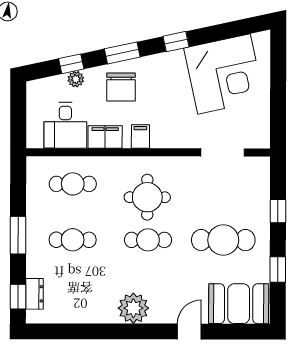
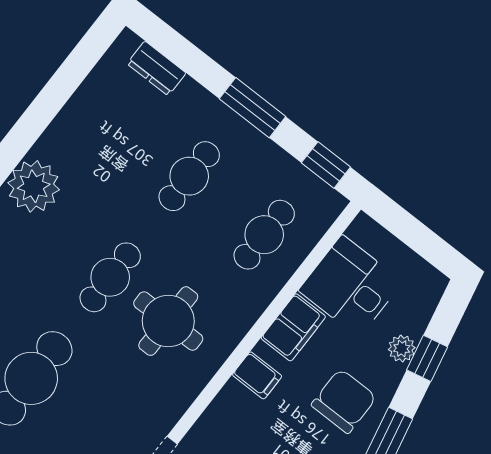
chair: (121, 87) -> (344, 401), turned 90
window: (18, 297) -> (326, 165), moved

